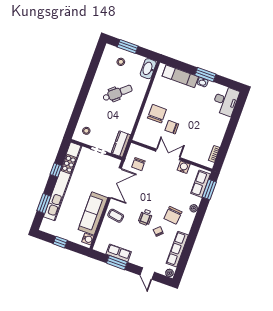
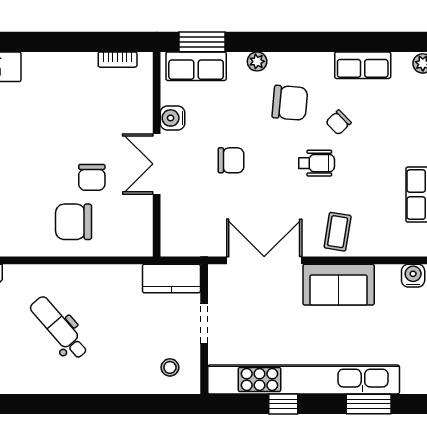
chair: (138, 164) -> (231, 160), moved
sofa: (93, 214) -> (339, 285), width x0.73
row of seats: (177, 249) -> (363, 65), width x0.68

